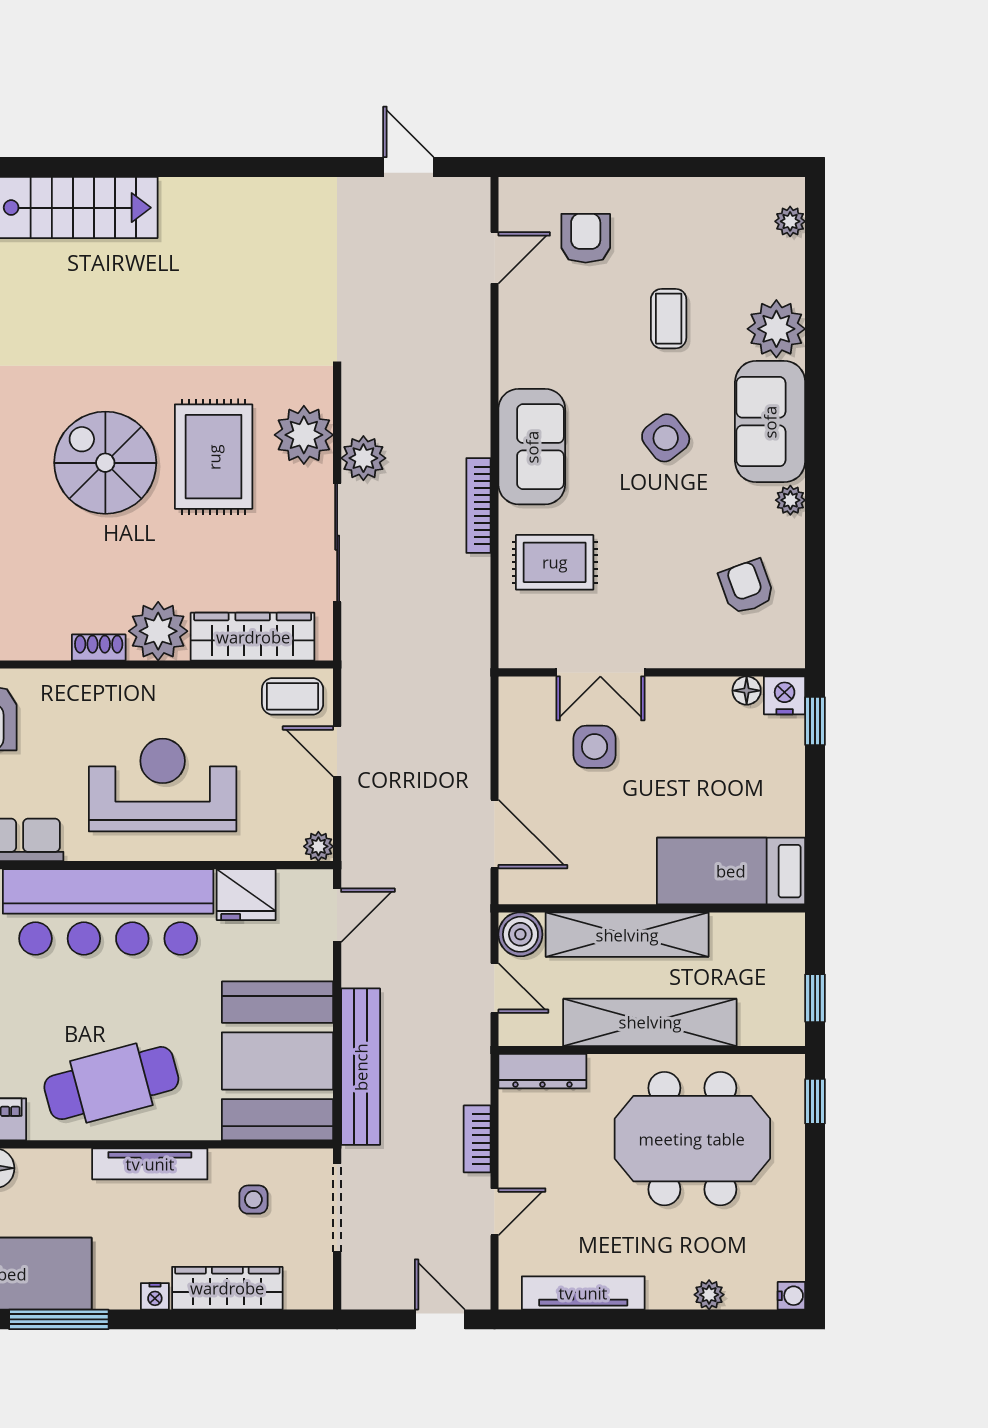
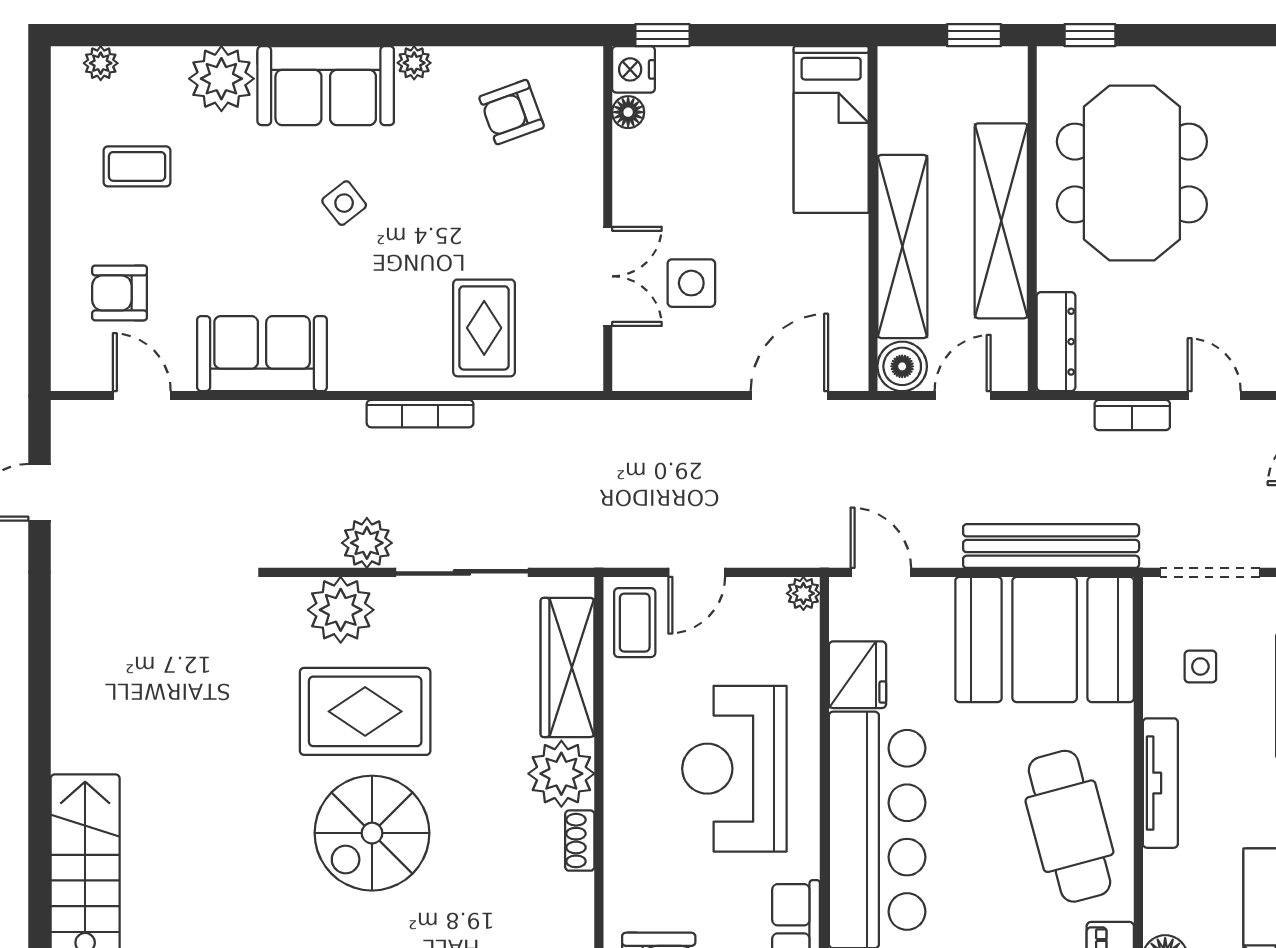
coffee table: (669, 319) -> (137, 166), moved
side table: (666, 438) -> (344, 203), width x0.73, depth x0.73
sofa: (532, 447) -> (262, 354), moved

